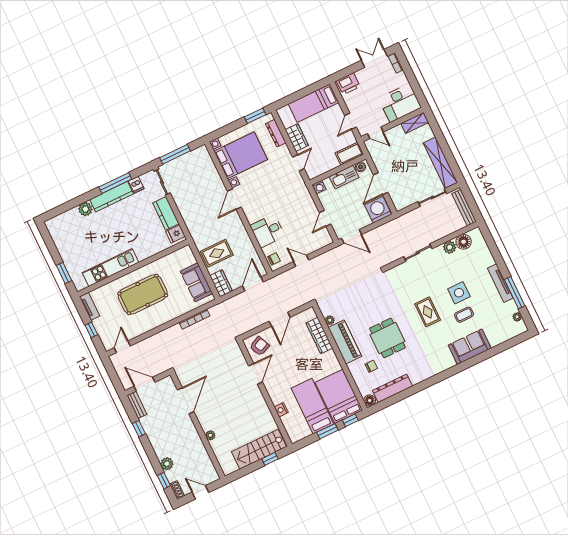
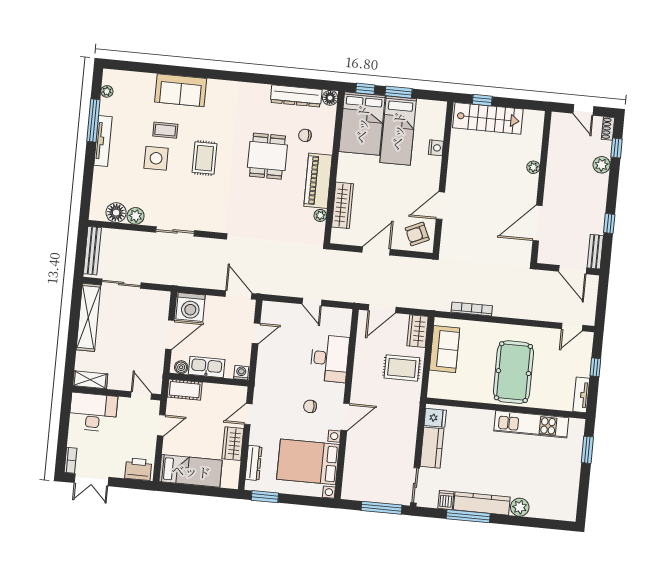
desk: (267, 231) -> (330, 358), width x1.37
chair: (274, 259) -> (310, 406), moved
pool table: (143, 294) -> (513, 372), turned 90

